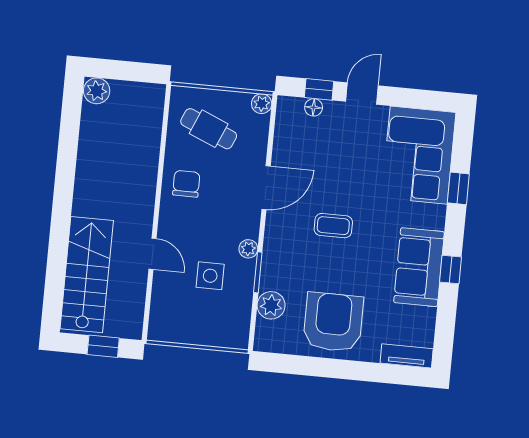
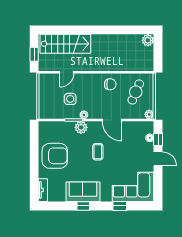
door: (152, 254) -> (67, 72), moved
plant: (271, 305) -> (81, 127), moved

